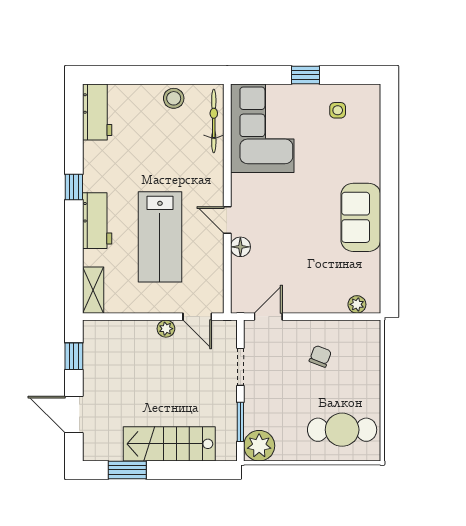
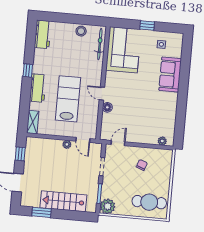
sofa: (361, 217) -> (170, 75), moved
lab bench: (160, 237) -> (68, 99), turned 180

